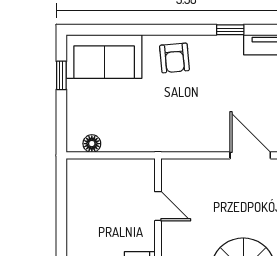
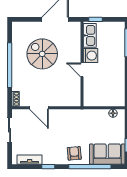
window: (141, 30) -> (90, 167), added
door: (158, 206) -> (82, 70), moved

